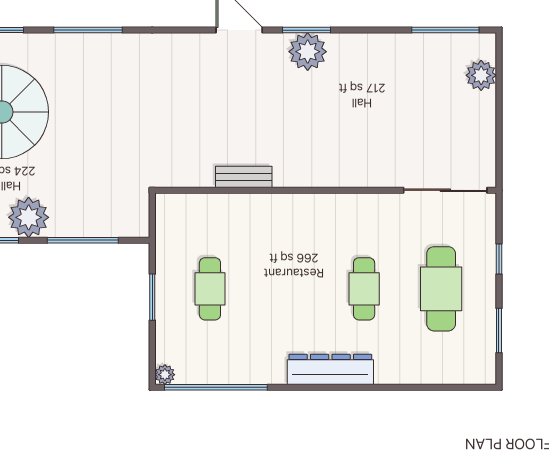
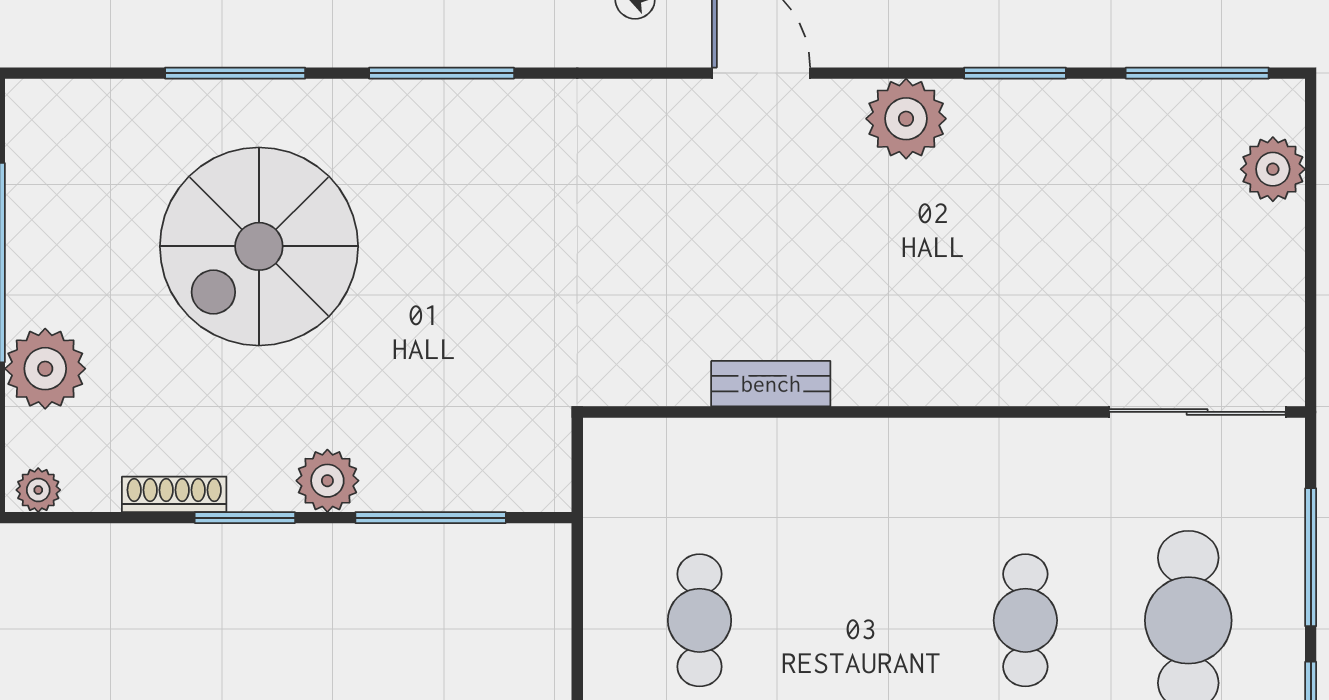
window: (306, 30) -> (1015, 73), moved
plant: (29, 217) -> (327, 481), width x0.73, depth x0.73
window: (499, 259) -> (1311, 557), width x2.17
window: (152, 297) -> (577, 638), removed

